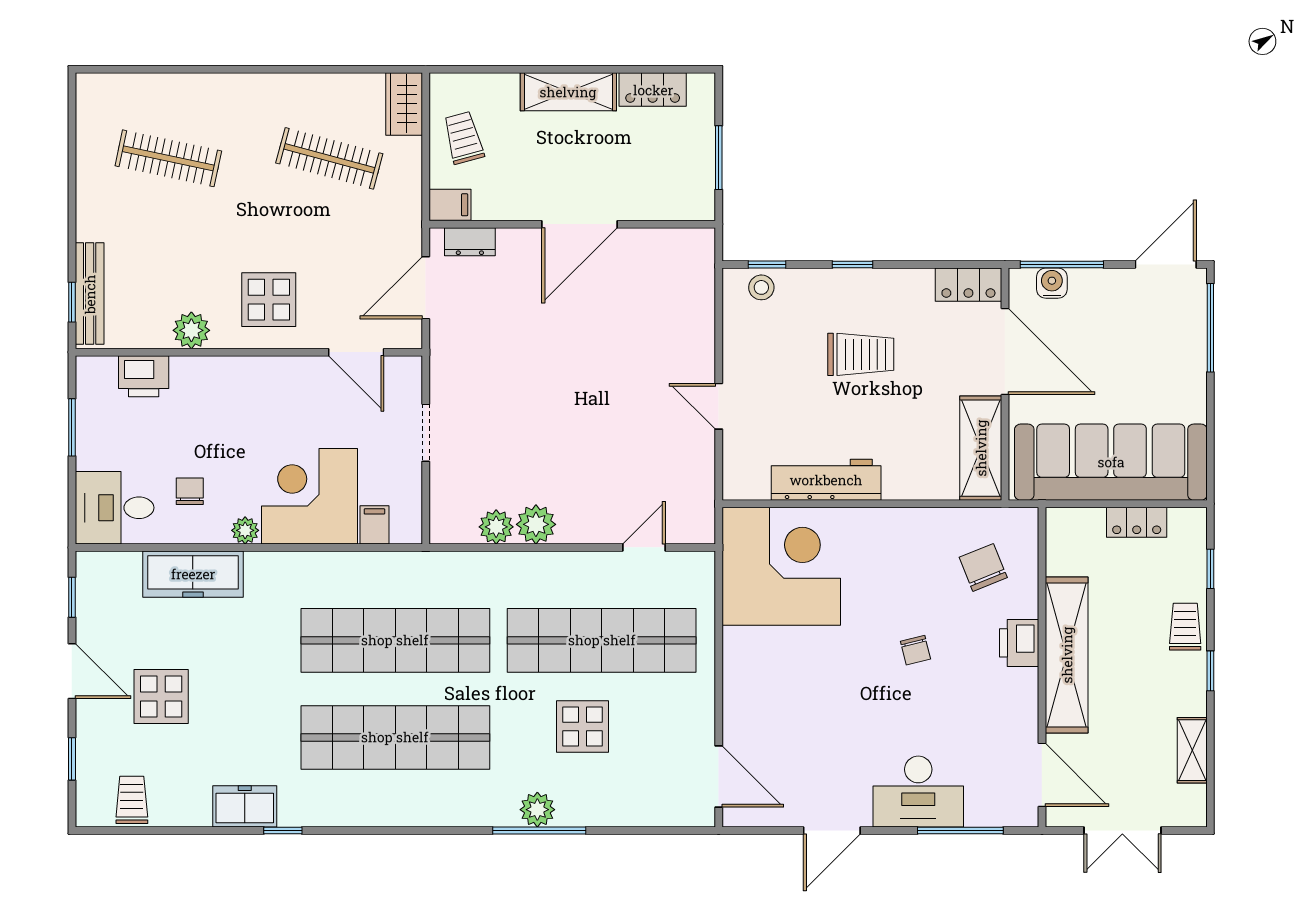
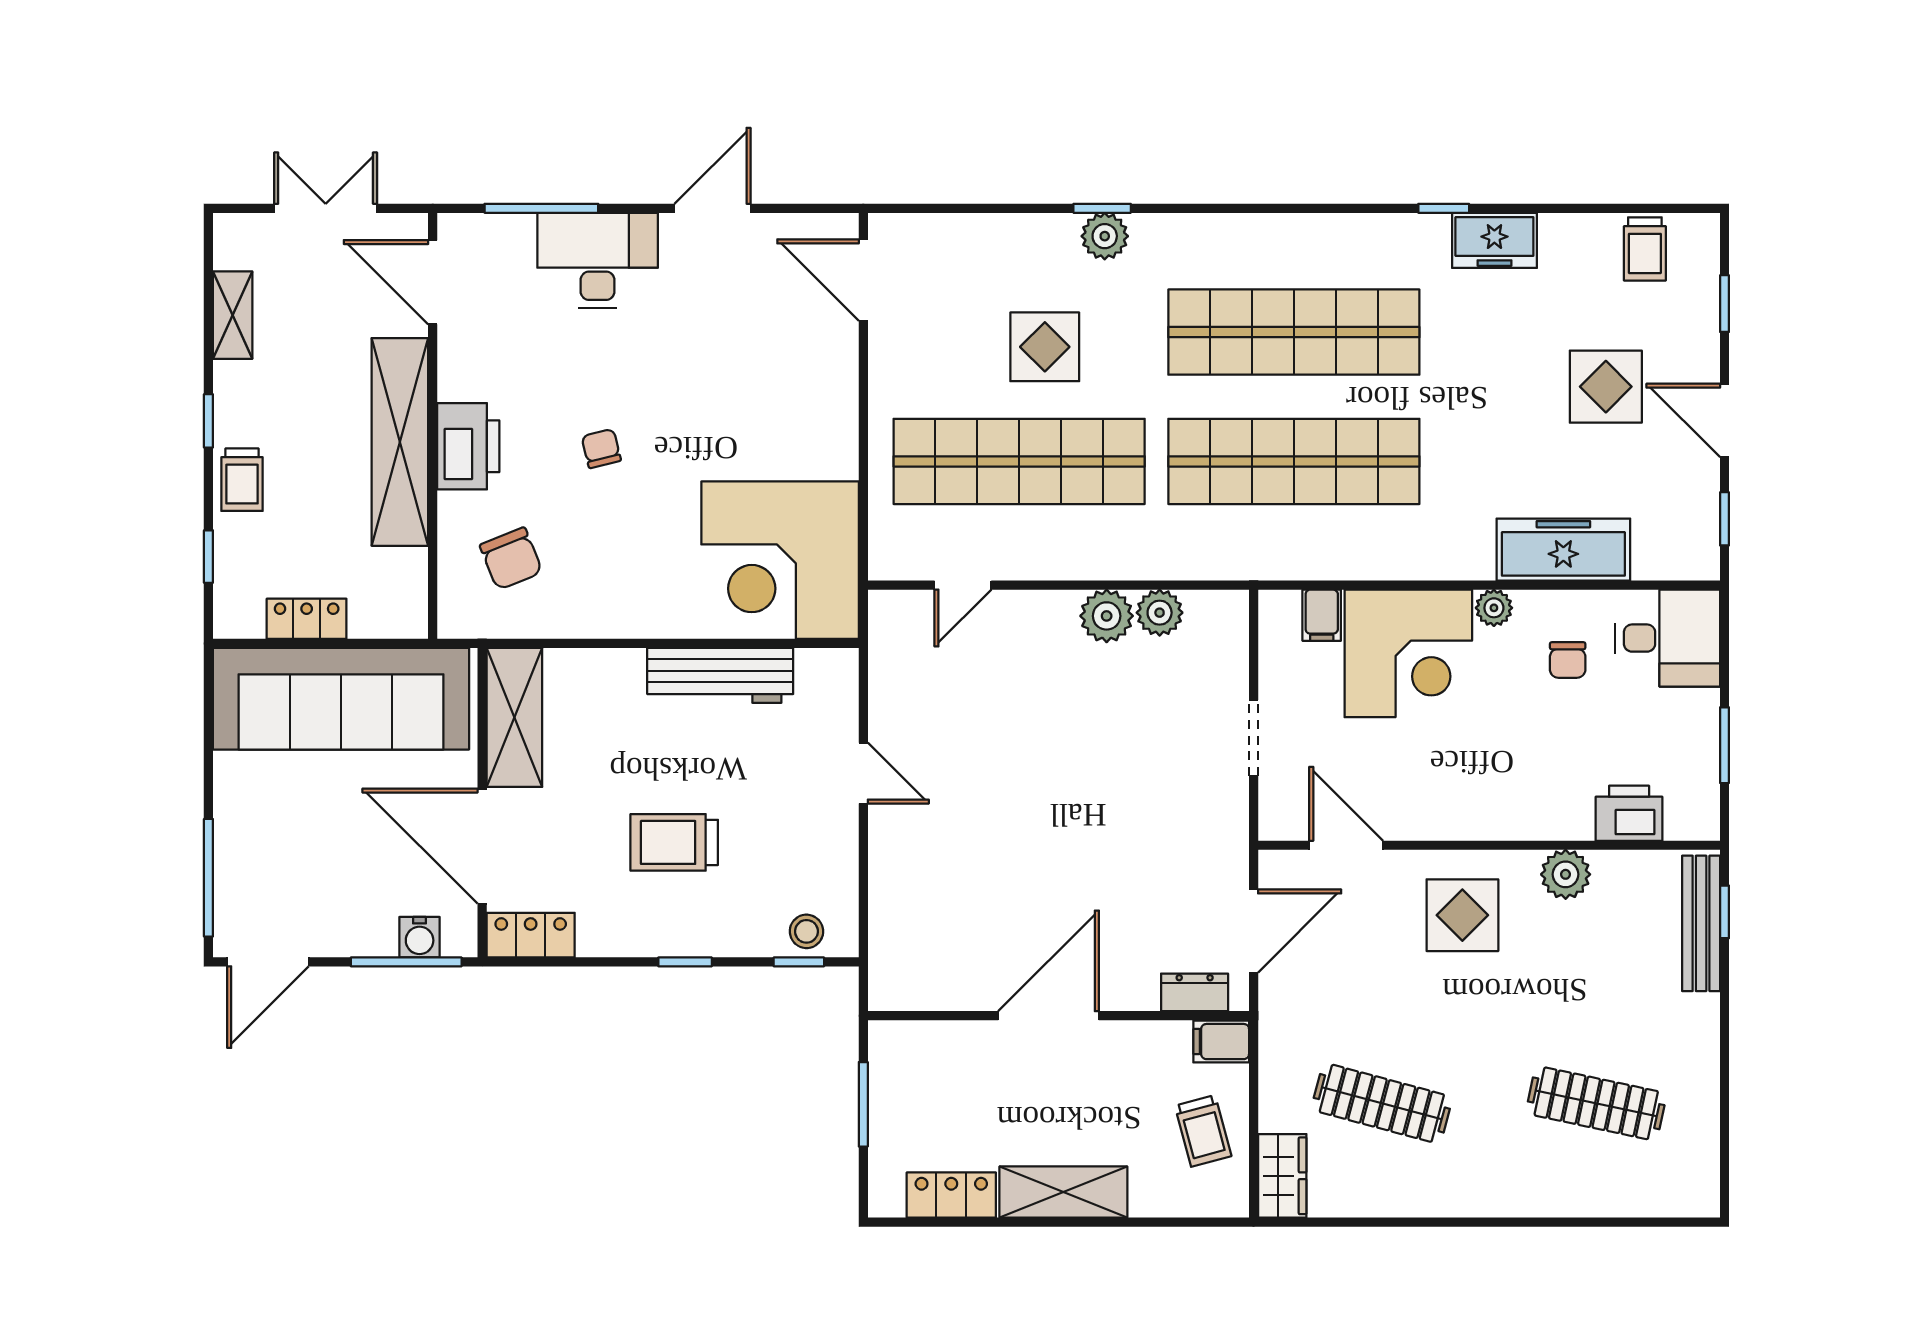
printer: (1019, 643) -> (468, 446), width x1.37, depth x1.19
window: (539, 830) -> (1102, 208), width x0.46

